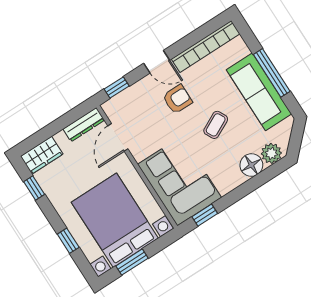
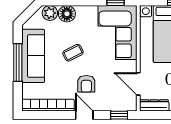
armchair: (177, 99) -> (86, 84), turned -90
door: (118, 137) -> (138, 84), swing flipped

